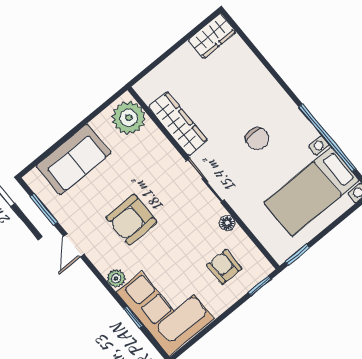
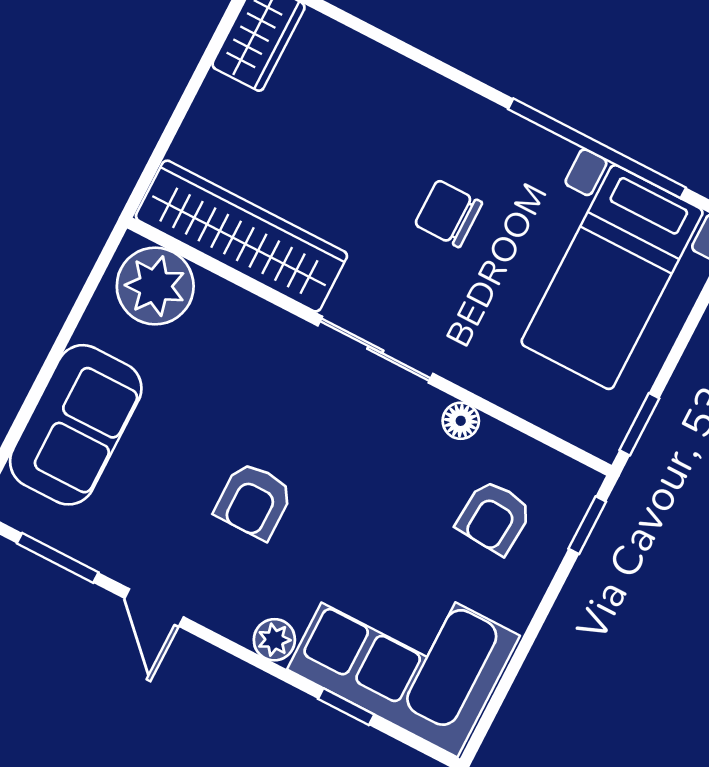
wardrobe: (178, 124) -> (241, 236), width x1.40, depth x1.17
chair: (257, 139) -> (448, 214), turned 180
armchair: (131, 220) -> (254, 501), width x0.72, depth x0.72
armchair: (224, 267) -> (494, 517), turned -86

